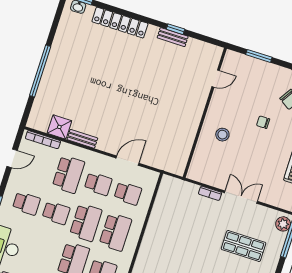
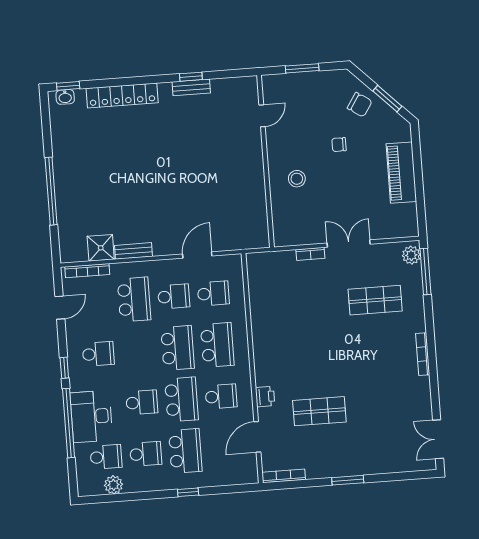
school desk: (56, 213) -> (142, 402), moved

